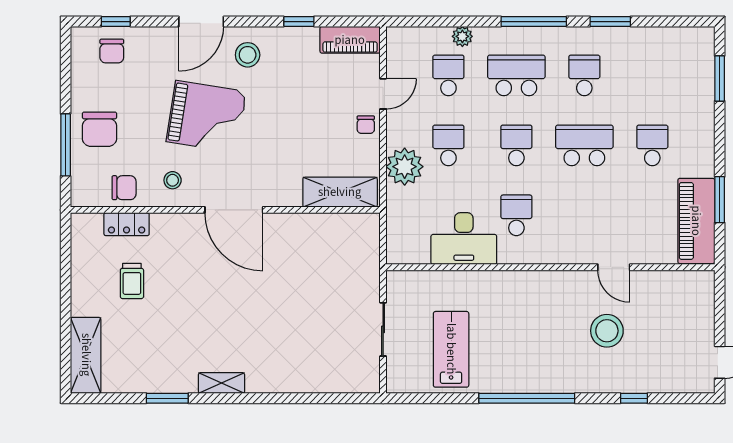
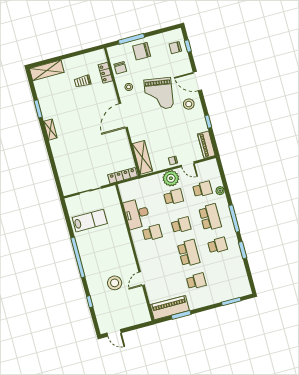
plant: (405, 167) -> (171, 178), moved
locker: (369, 248) -> (123, 176), added

